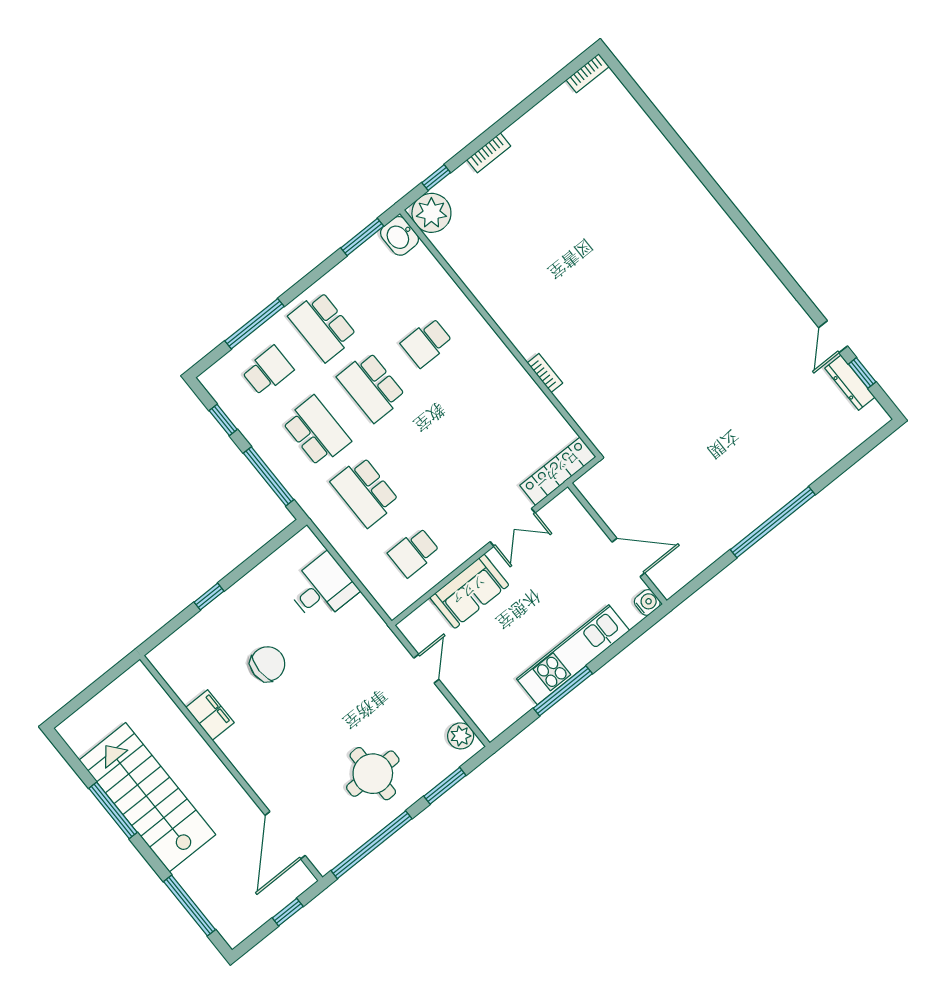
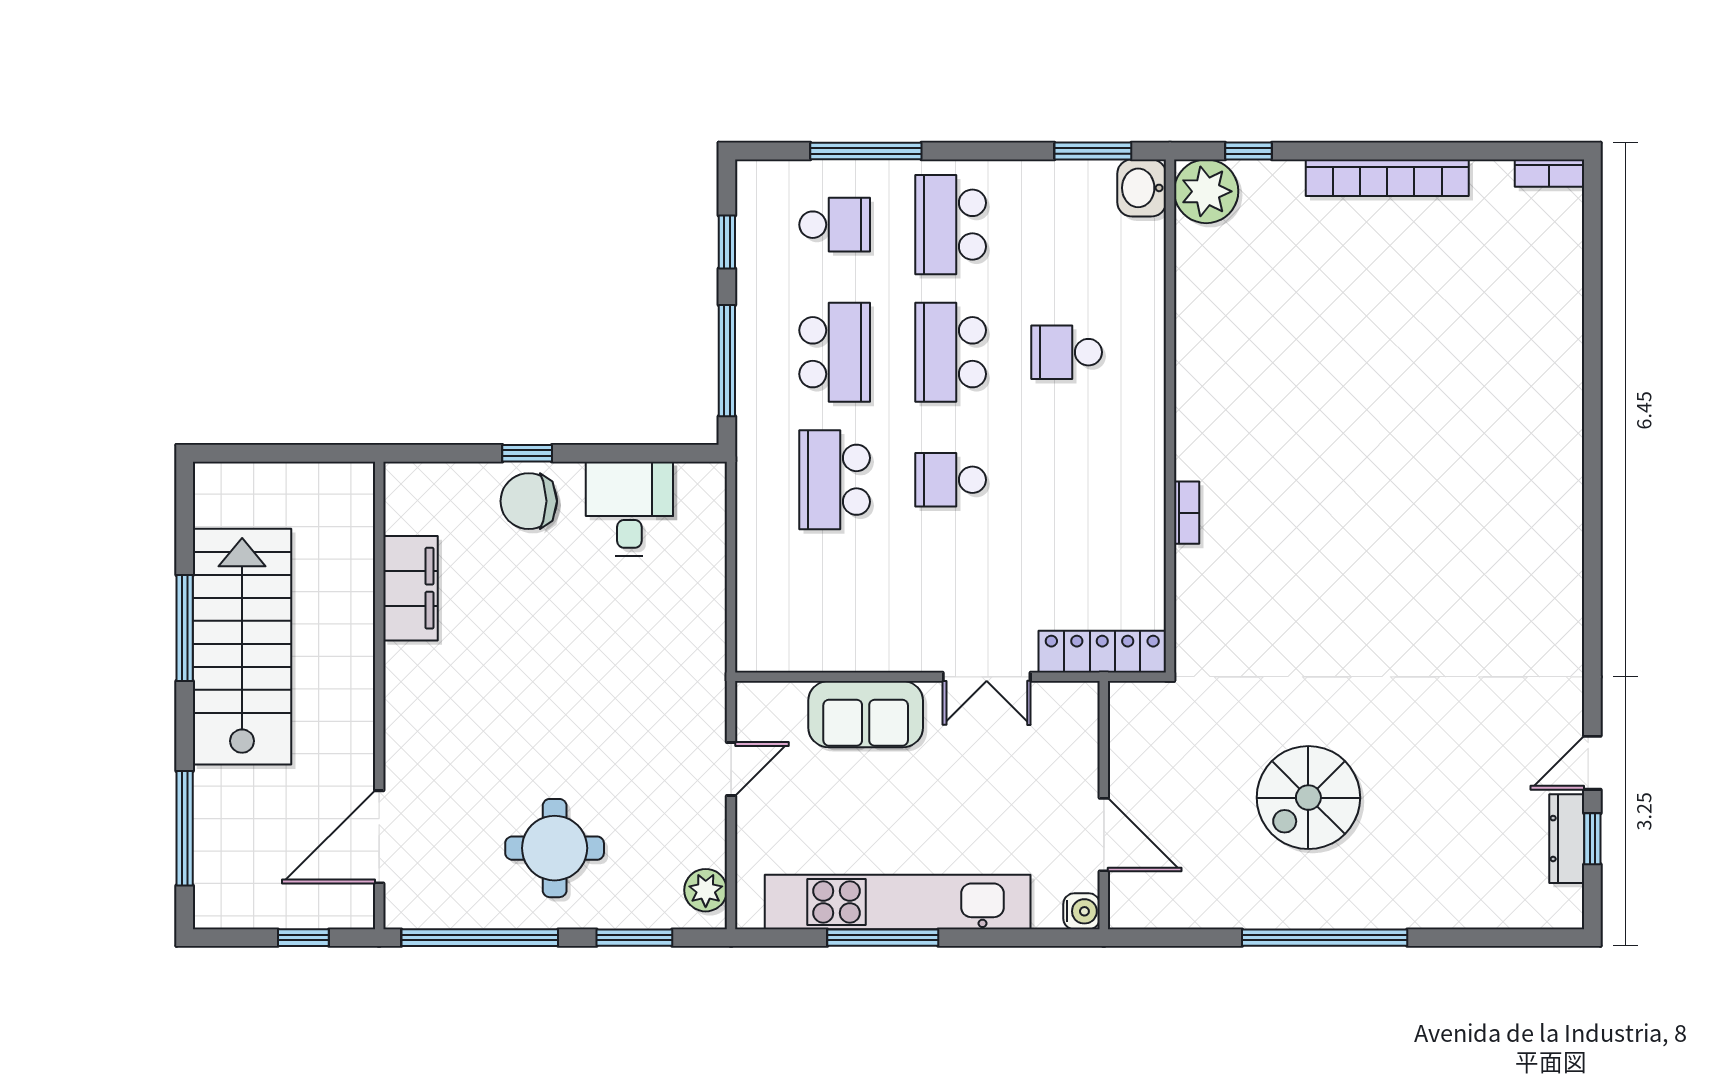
bookcase: (489, 153) -> (1387, 178), width x2.31, depth x1.31
spiral stairs: (711, 462) -> (1308, 798), added
school desk: (414, 552) -> (951, 480), moved
desk: (322, 588) -> (629, 509), moved, turned -90
kitchen unit: (573, 655) -> (898, 902), width x1.36
chair: (268, 664) -> (529, 501), moved, turned 180
filing cabinet: (210, 715) -> (410, 588), width x1.50, depth x1.17

